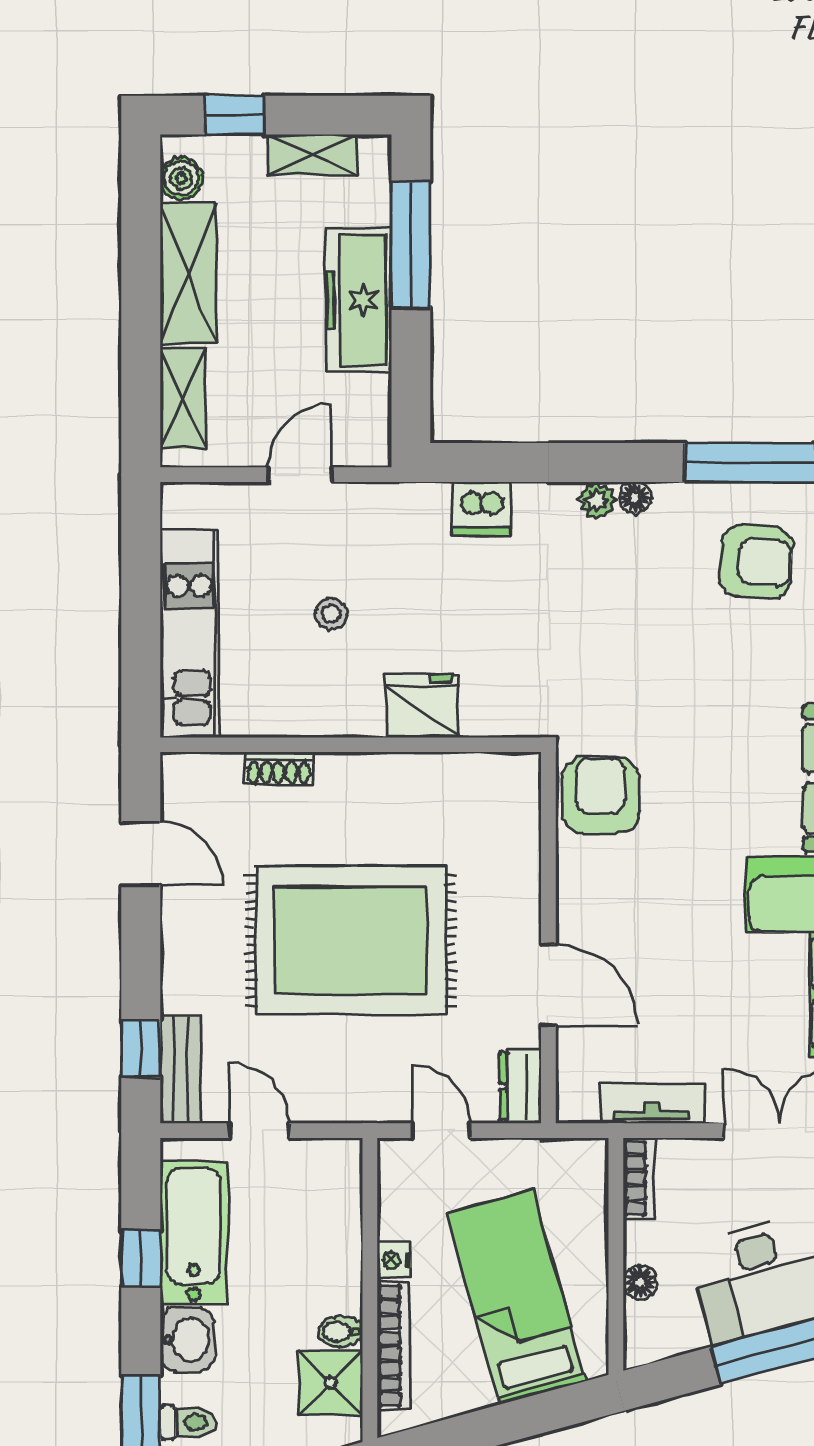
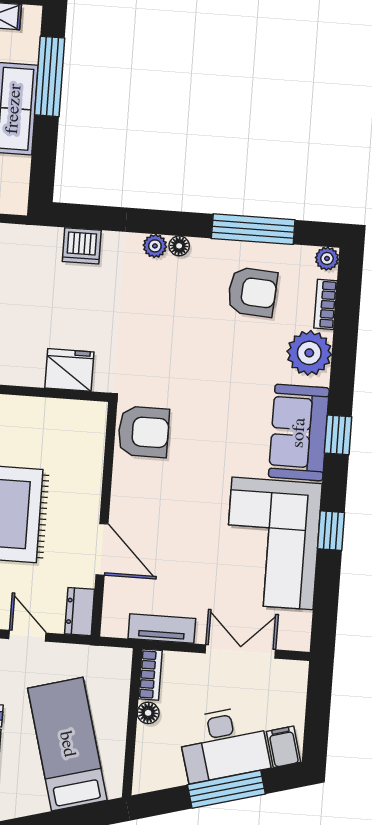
fridge: (422, 706) -> (69, 370), moved
armchair: (600, 795) -> (143, 432), turned 90
floor lamp: (640, 1282) -> (148, 713), moved

